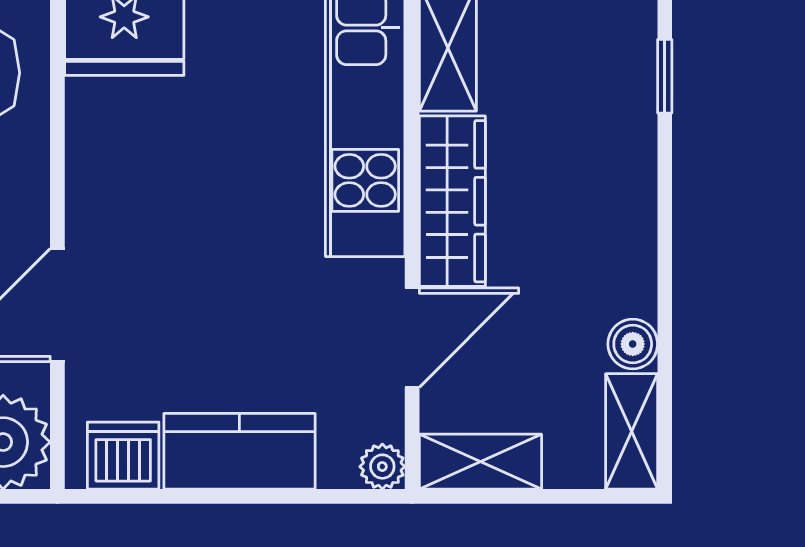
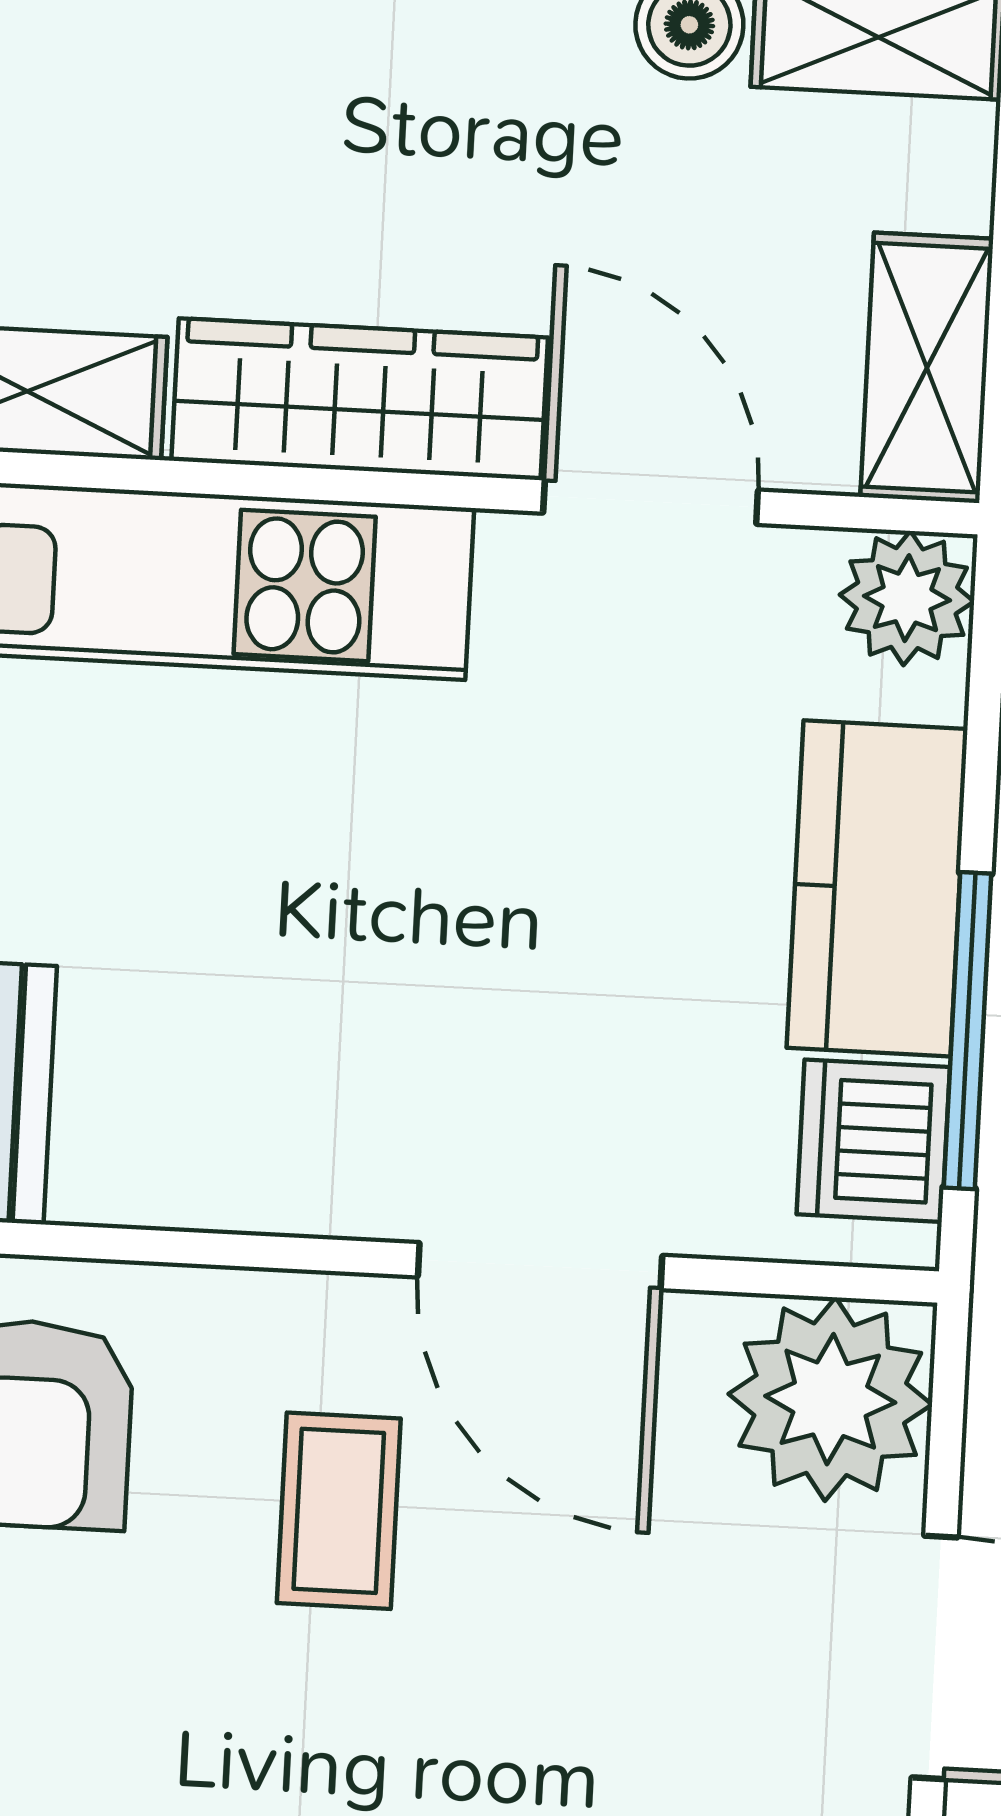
plant: (382, 467) -> (907, 598), width x1.38, depth x1.38
window: (176, 496) -> (967, 1031), added

